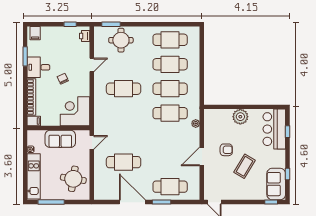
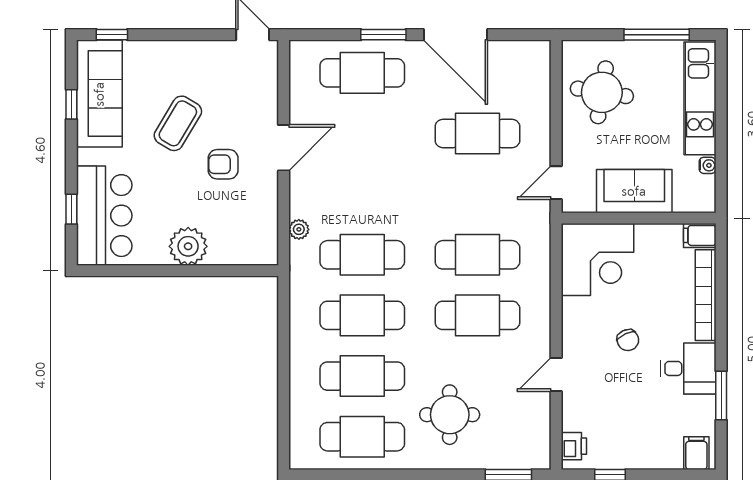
round table: (121, 40) -> (450, 415), moved
cafe table: (124, 113) -> (477, 255), added
sofa: (276, 184) -> (99, 94), width x1.36

